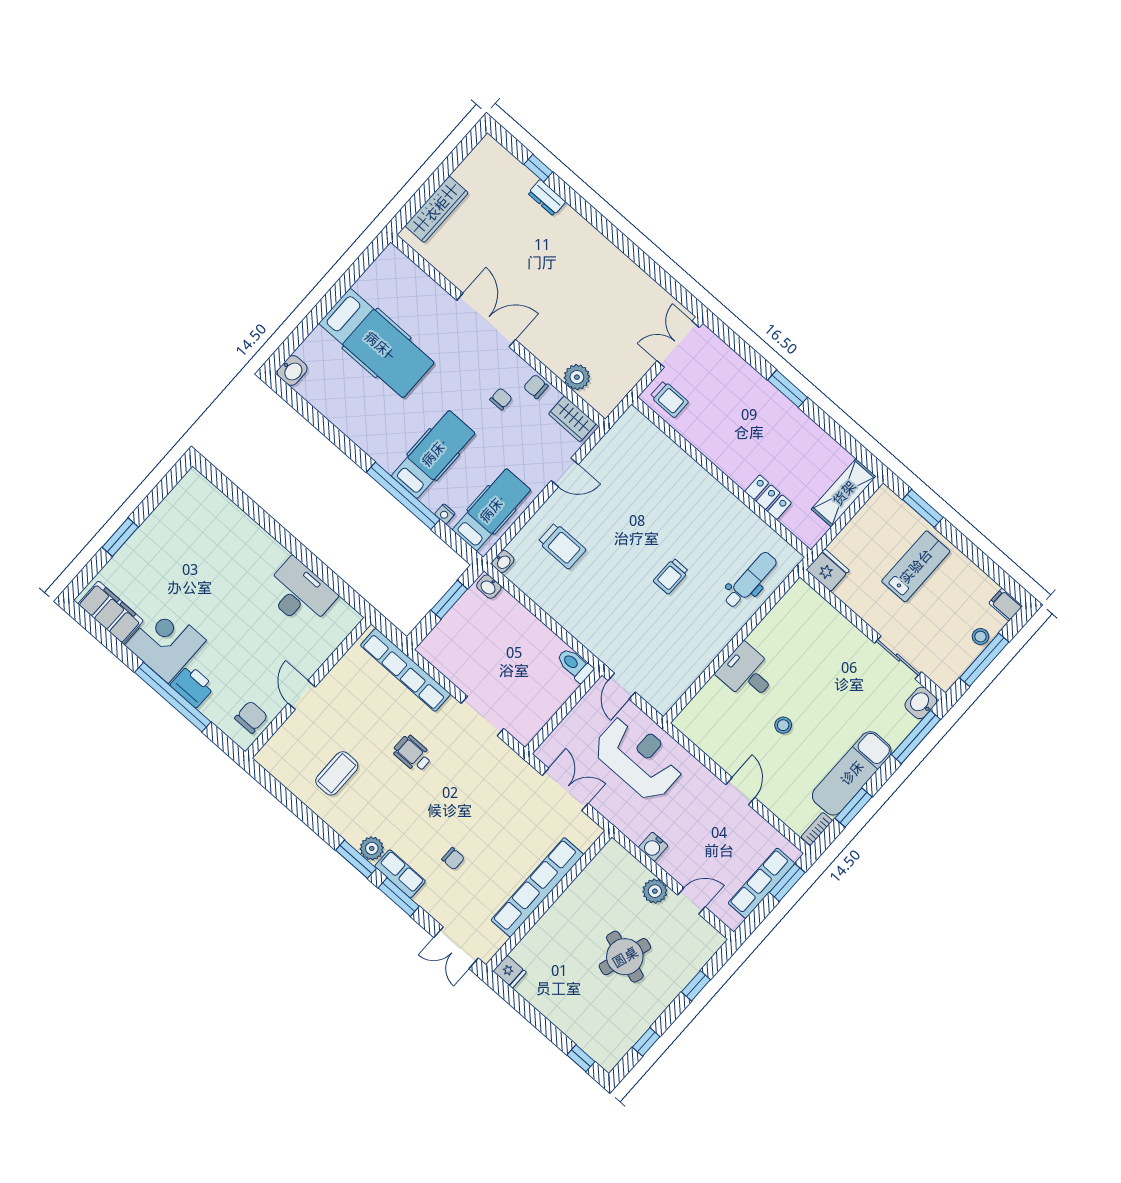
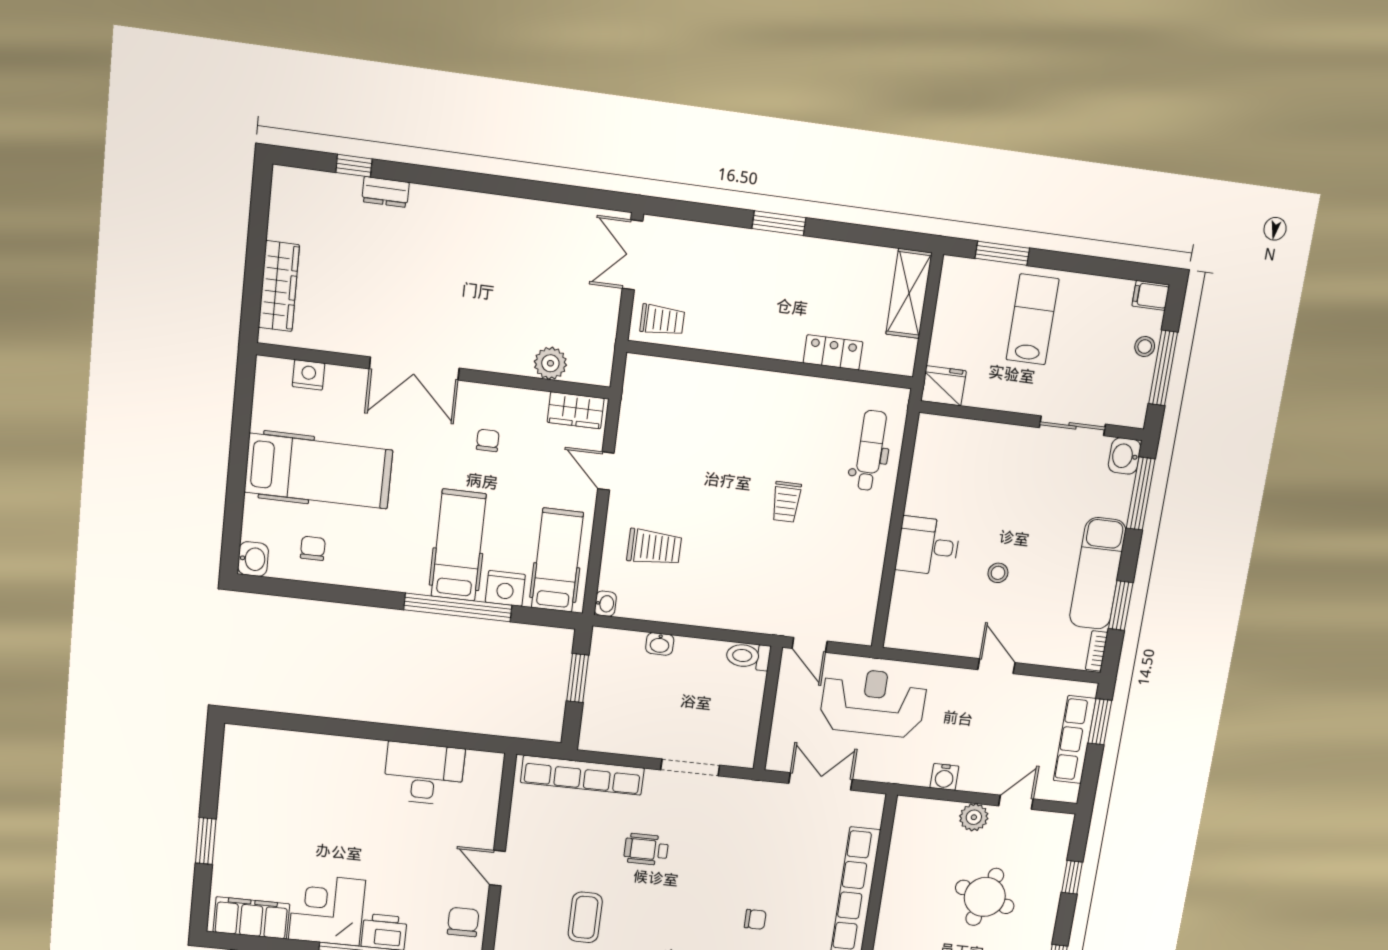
nightstand: (415, 277) -> (309, 375), added
double door: (486, 320) -> (414, 369), swing flipped
chair: (536, 387) -> (313, 548), moved, turned 90
door: (565, 472) -> (606, 471), swing flipped
nightstand: (445, 514) -> (505, 588), width x1.89, depth x1.79
washbasin: (489, 587) -> (660, 644), moved

